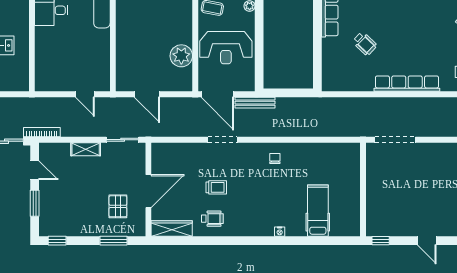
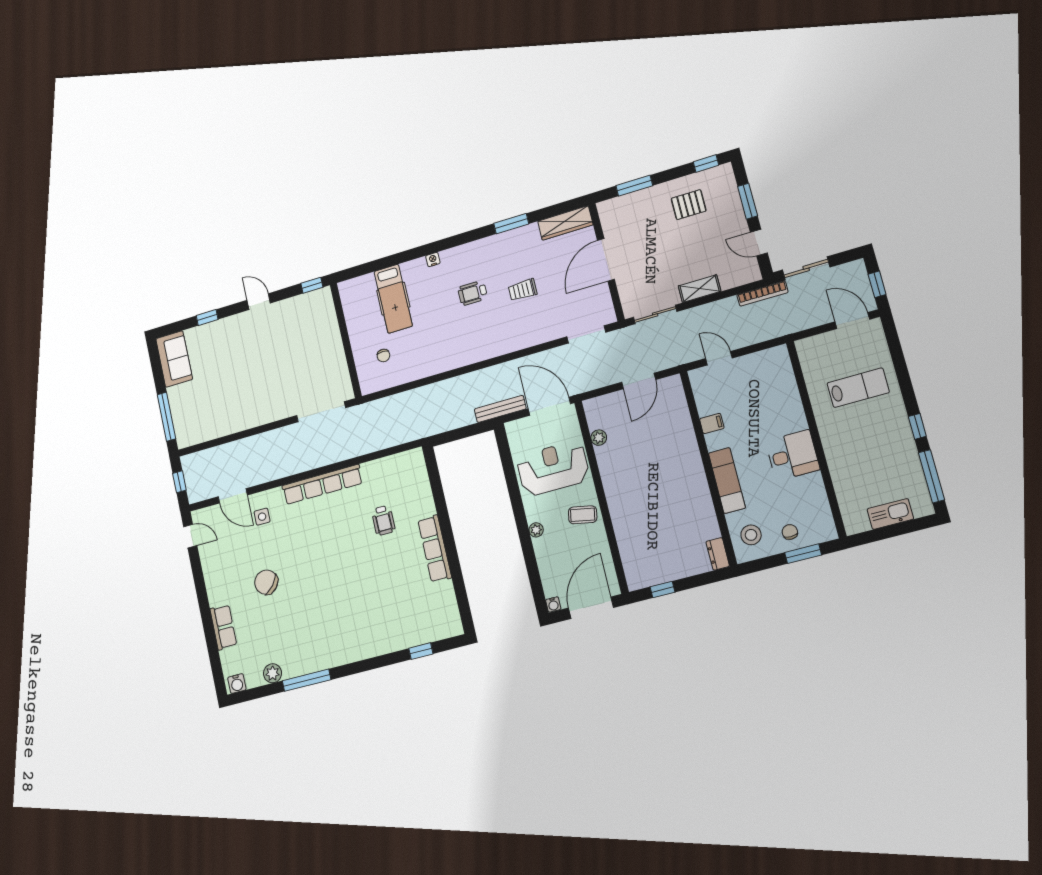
wheelchair: (365, 44) -> (383, 520), turned -134
filing cabinet: (102, 49) -> (712, 424), added
plant: (181, 56) -> (599, 438), width x0.53, depth x0.53
door: (147, 94) -> (639, 381), swing flipped
doorway: (222, 140) -> (586, 334), moved
chair: (275, 159) -> (383, 355), moved
pallet: (118, 206) -> (689, 205), moved, turned 90
wheelchair: (212, 219) -> (473, 293), moved
window: (213, 241) -> (511, 224), added

